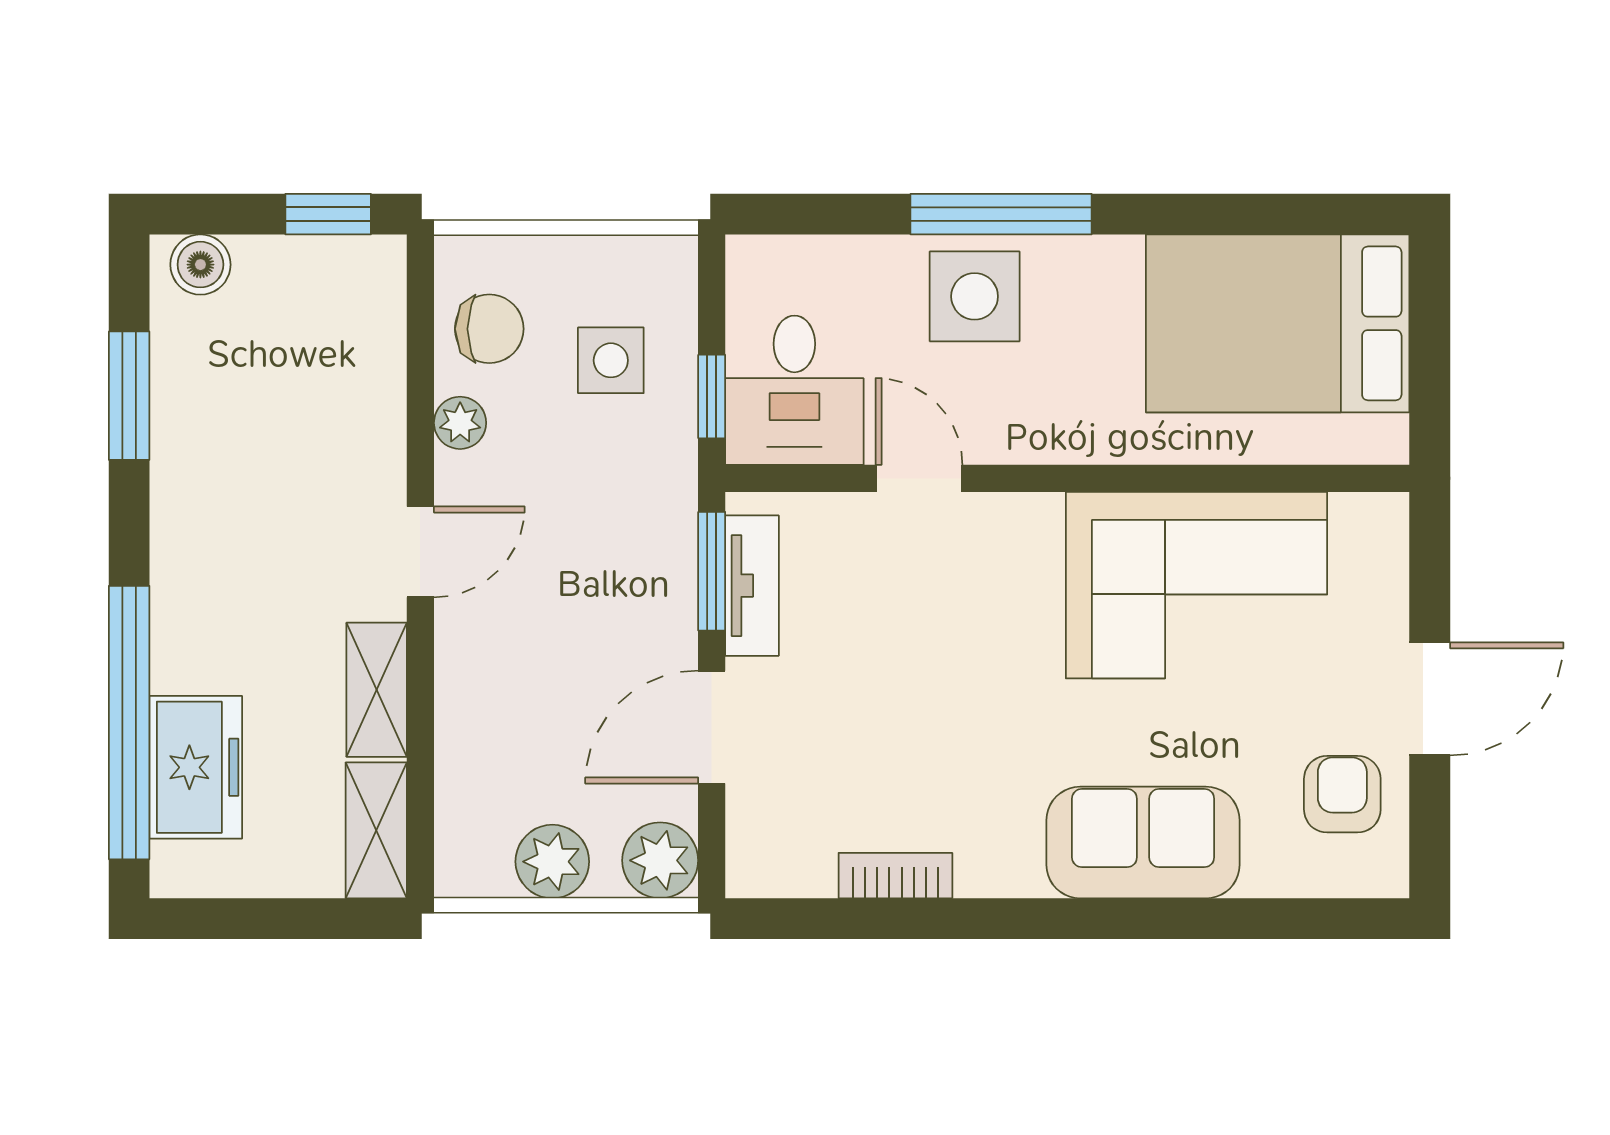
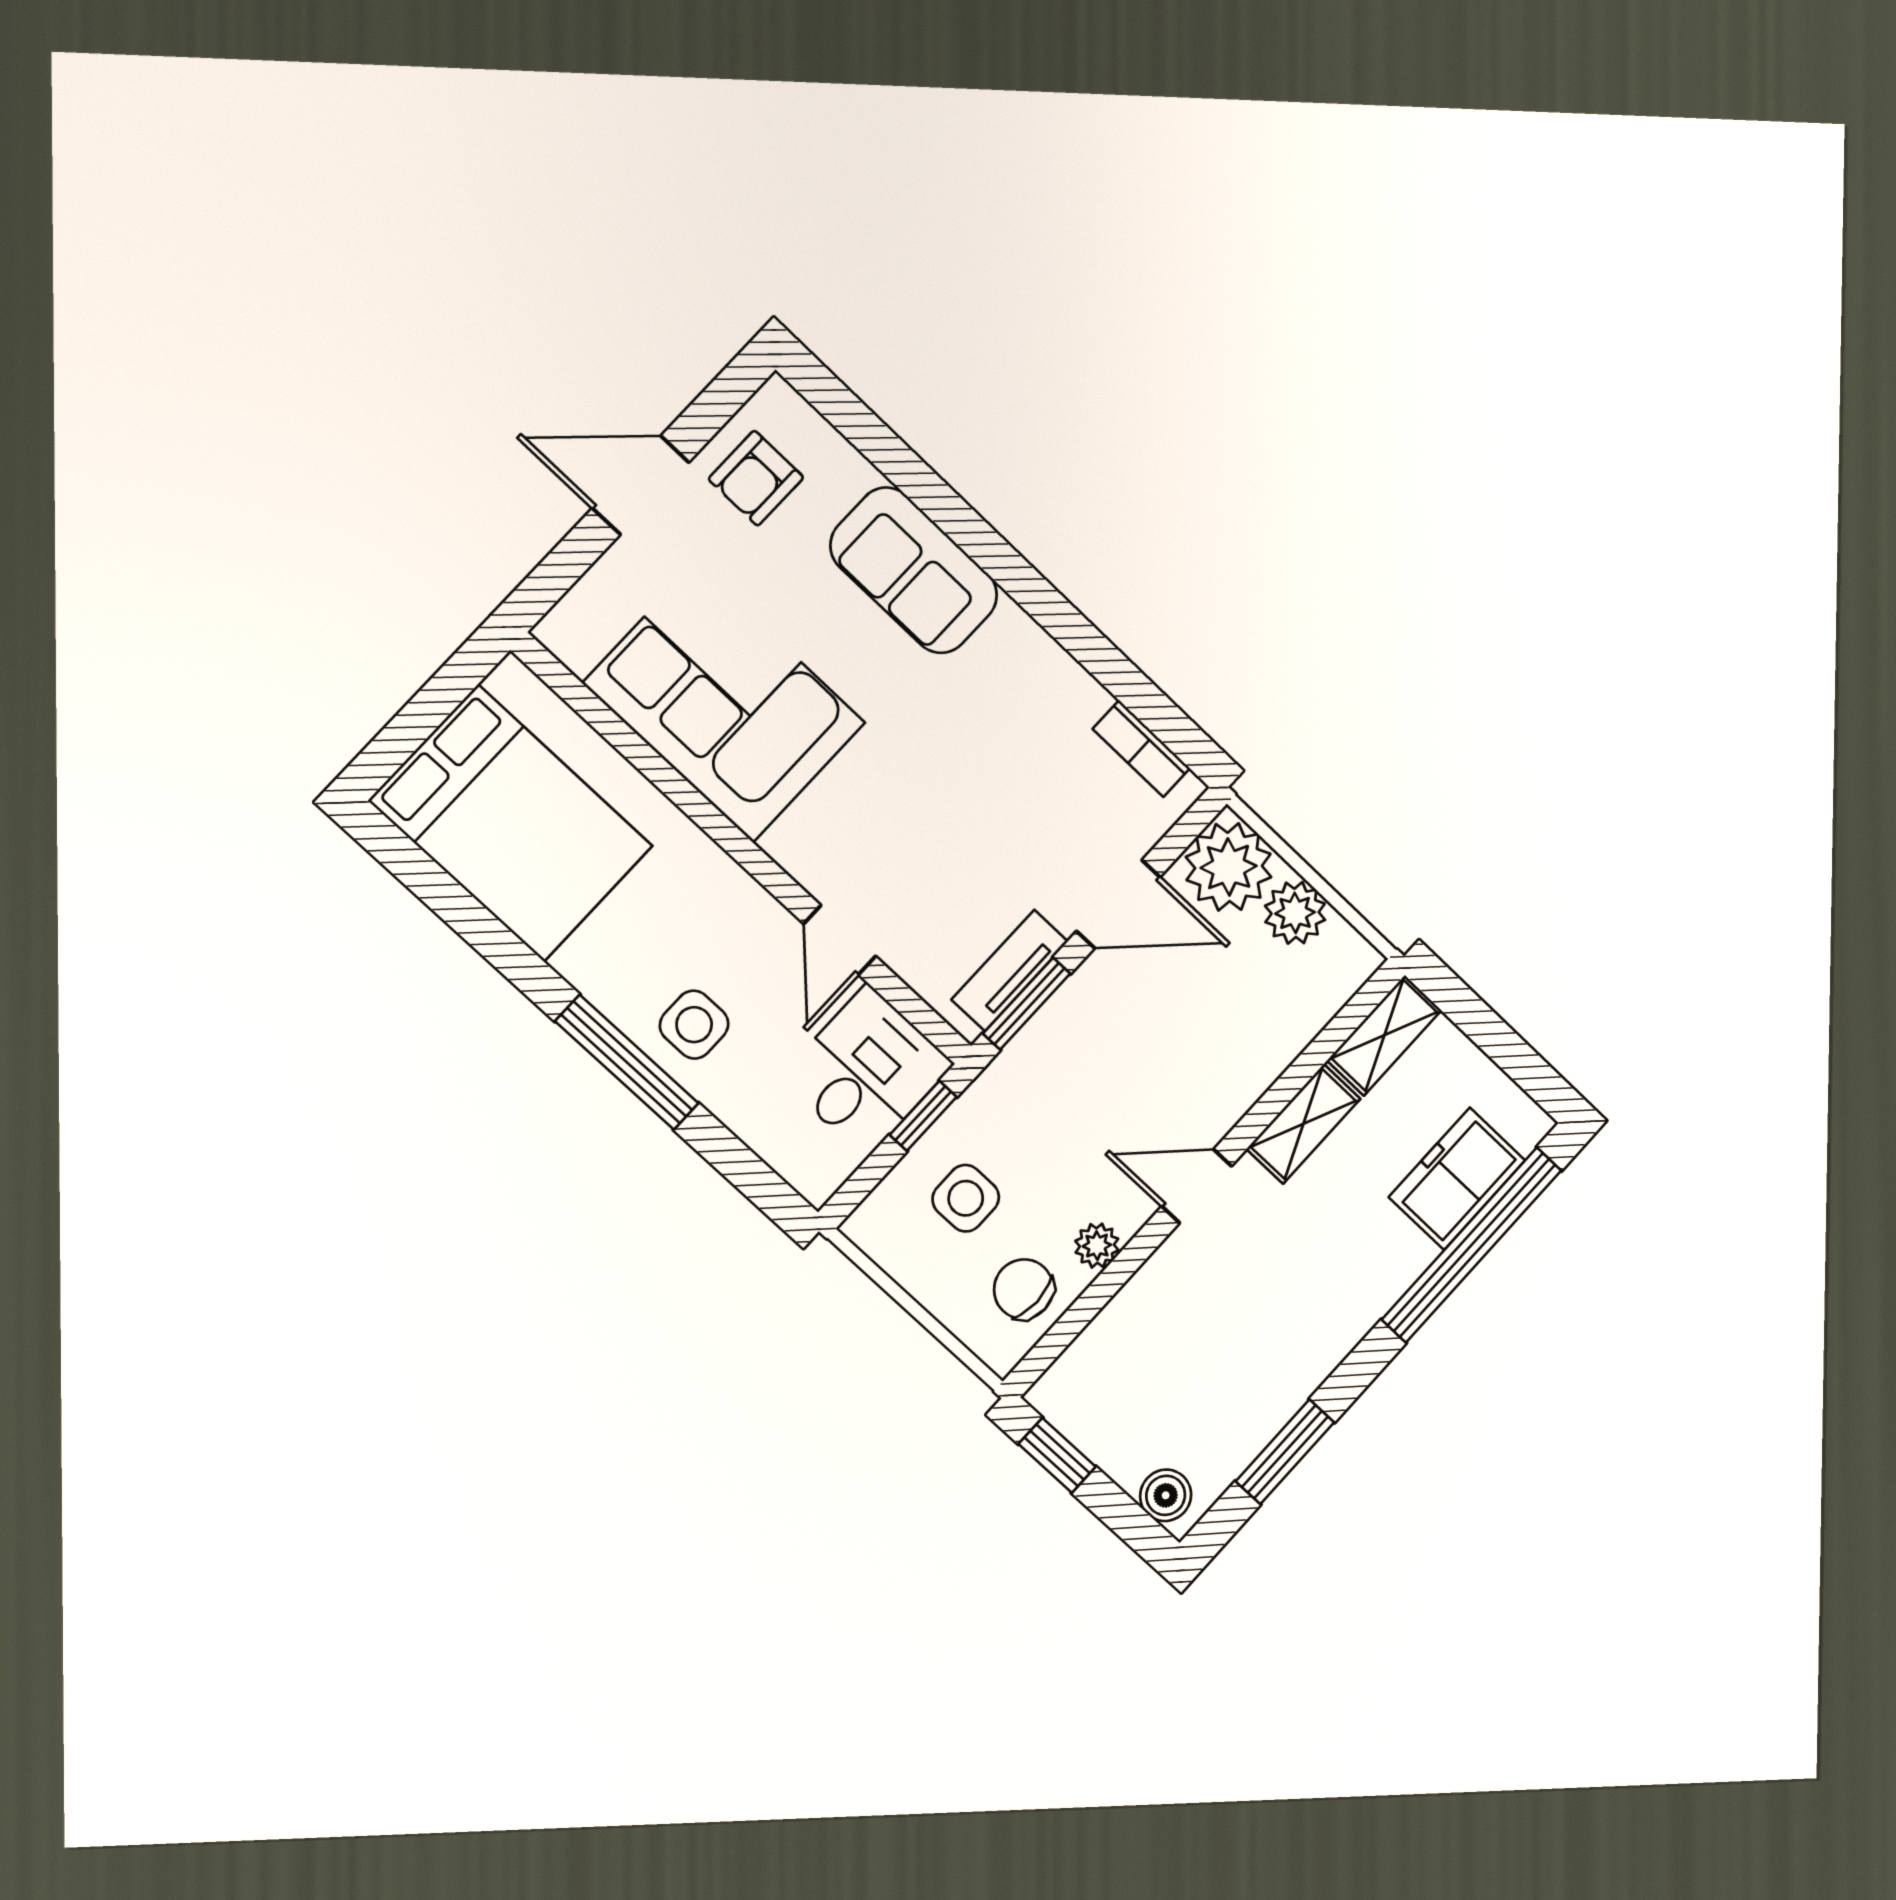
side table: (975, 296) -> (694, 1025), width x0.73, depth x0.73
plant: (660, 860) -> (1229, 867), width x1.36, depth x1.36
bookcase: (895, 876) -> (1141, 749), moved

